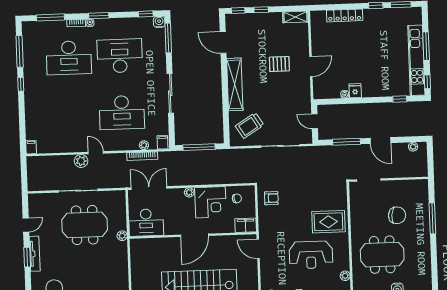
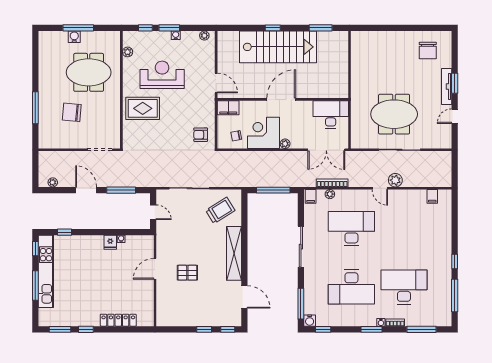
shelving: (295, 17) -> (169, 321), removed
filing cabinet: (31, 147) -> (432, 196), moved
plant: (122, 236) -> (356, 102), removed

